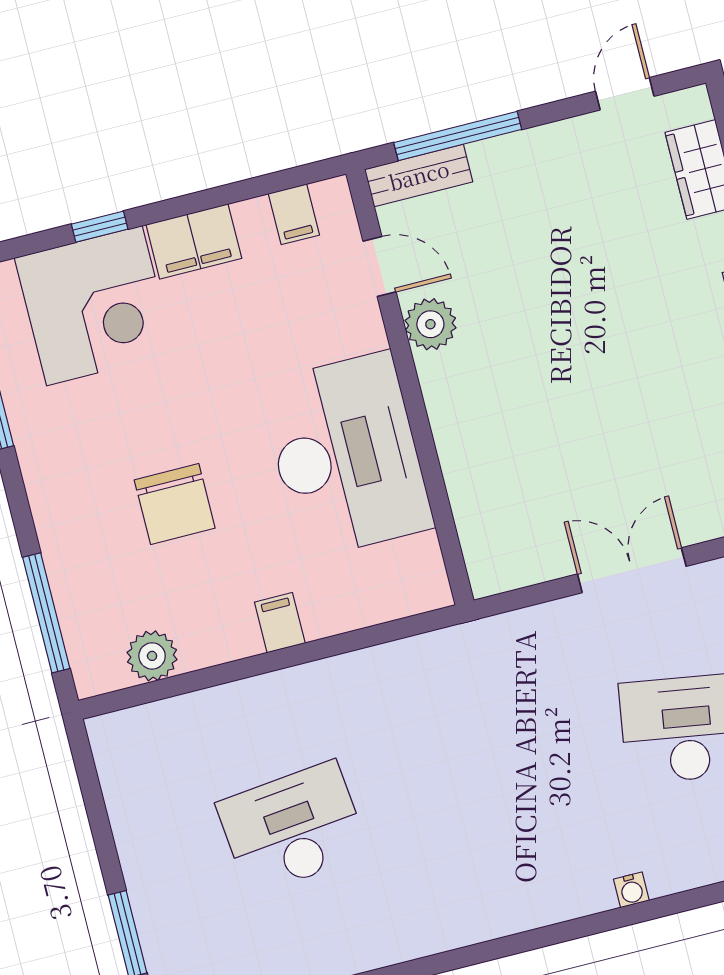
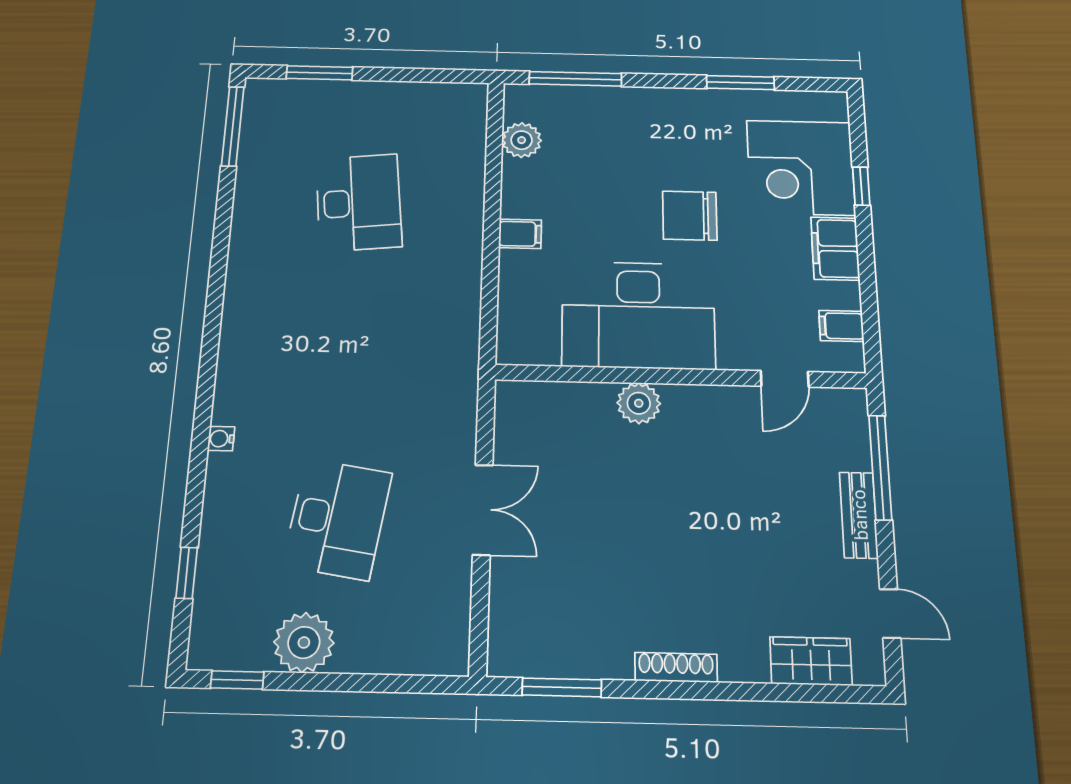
bench: (419, 175) -> (859, 515), moved
plant: (430, 324) -> (639, 403), moved
chair: (175, 504) -> (690, 216), moved

